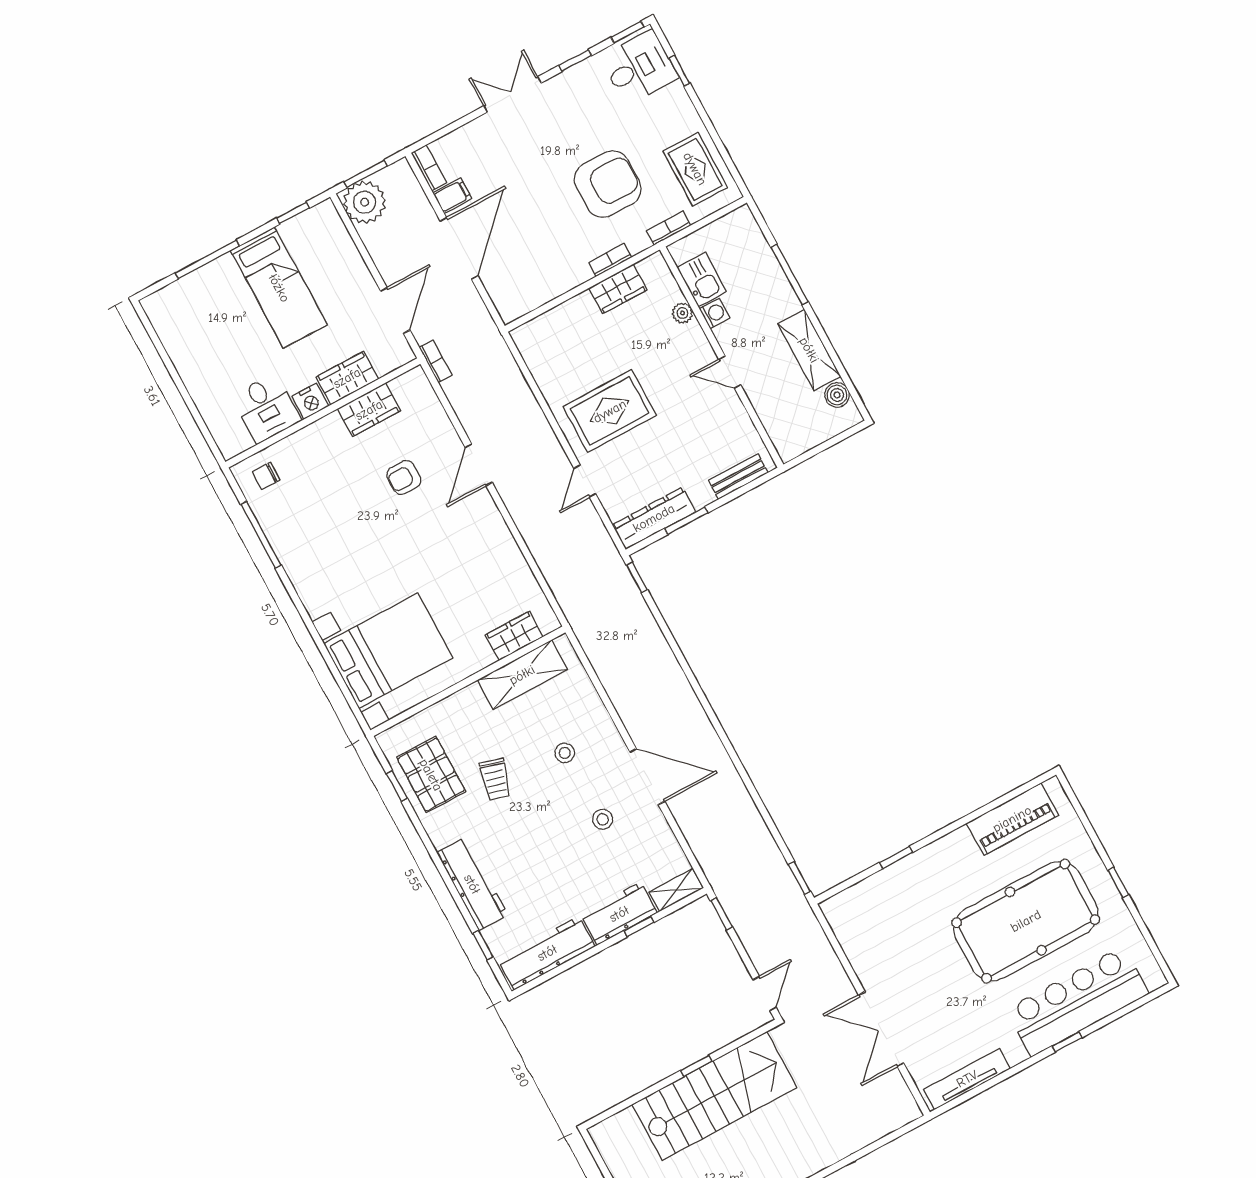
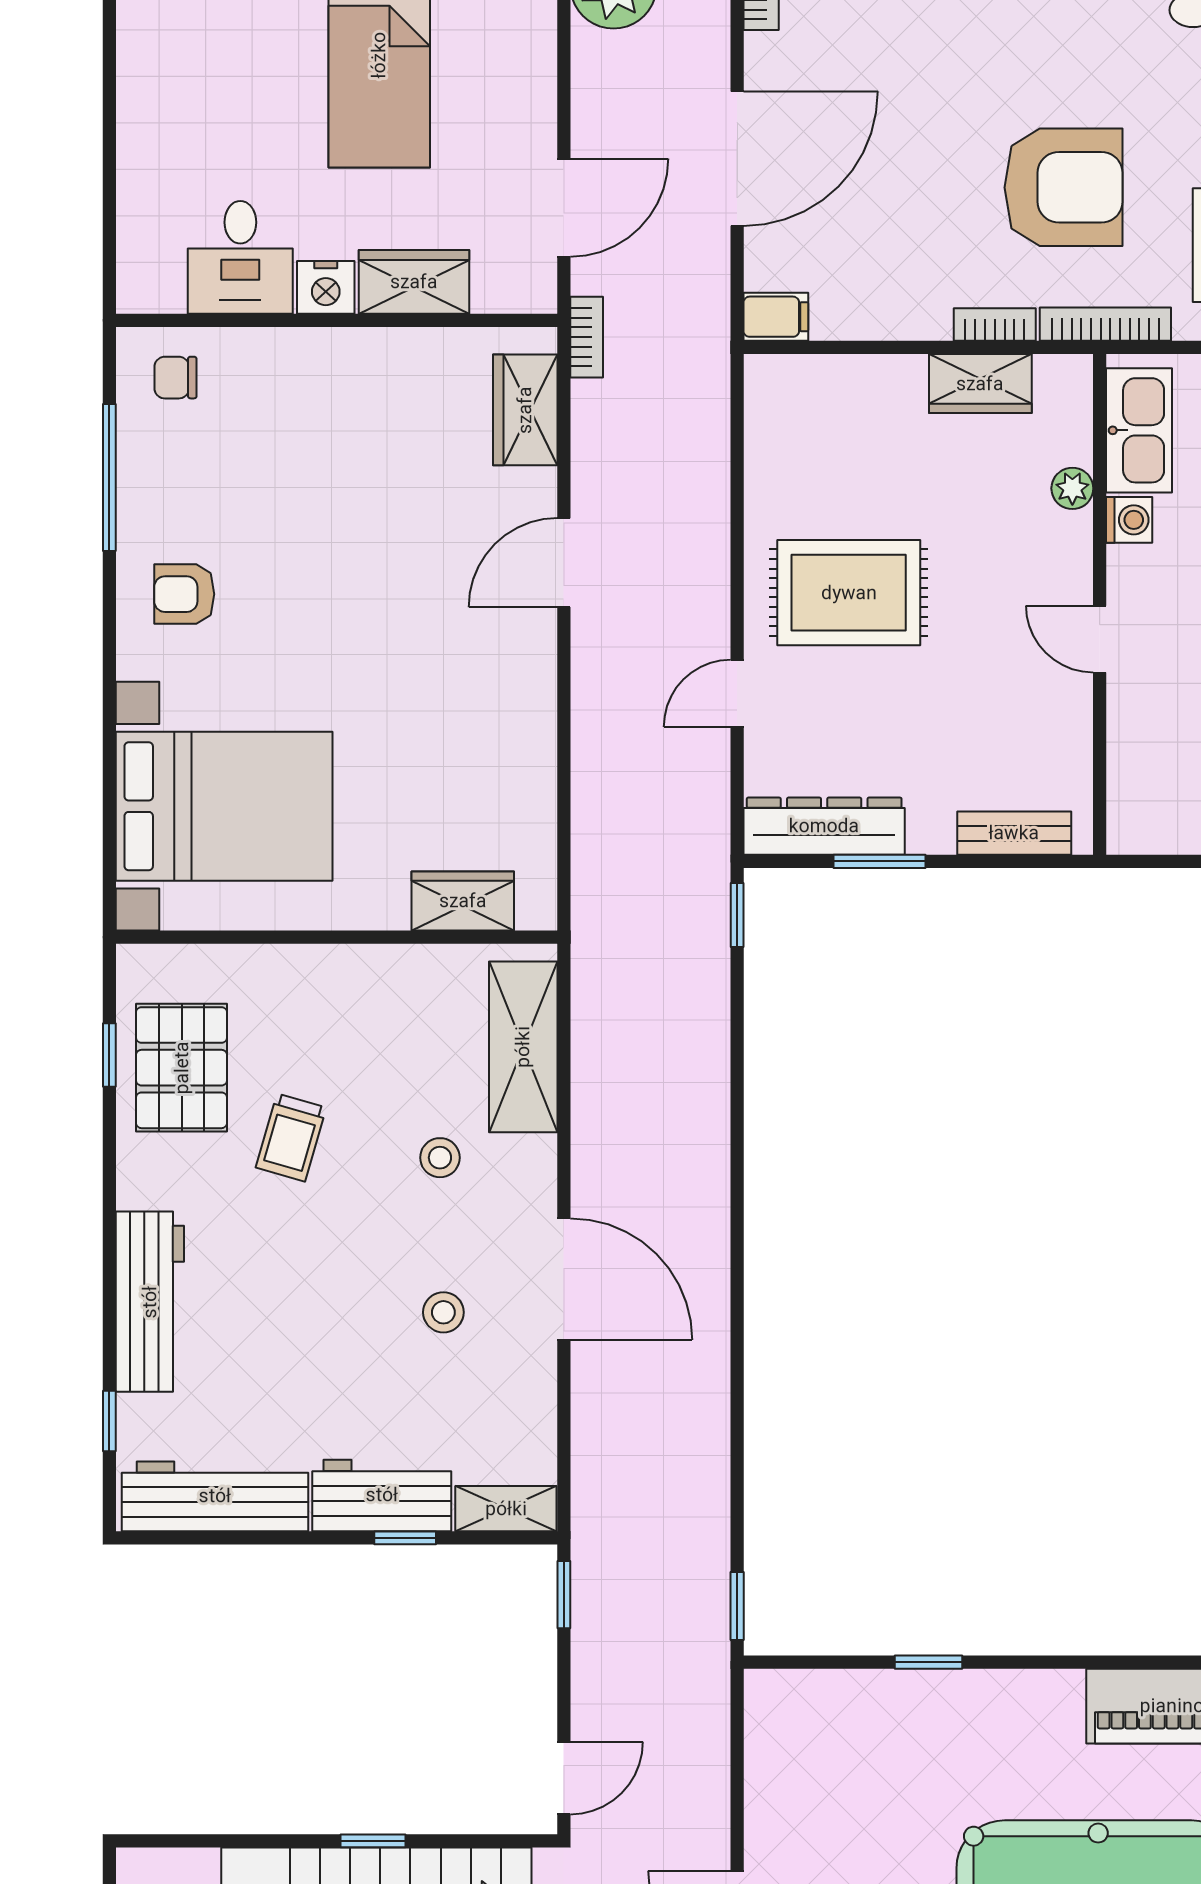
filing cabinet: (452, 196) -> (776, 317), moved
bookcase: (668, 228) -> (1105, 324), width x1.56
kitchen sink: (702, 279) -> (1139, 430), width x1.38
wardrobe: (369, 410) -> (525, 410), moved, turned 90
armchair: (404, 477) -> (184, 594), moved
shelving: (522, 675) -> (523, 1047), moved, turned 90

